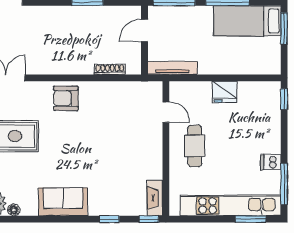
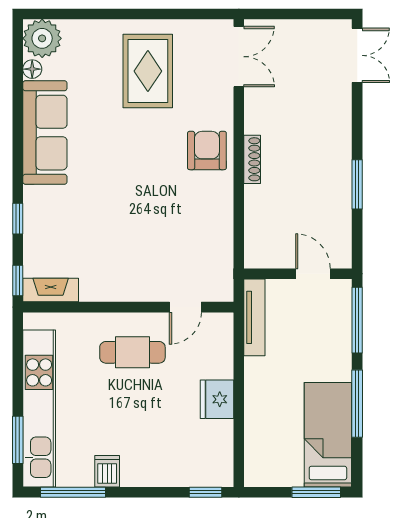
shoe rack: (110, 69) -> (252, 159), moved
sofa: (63, 202) -> (45, 133), width x1.36

